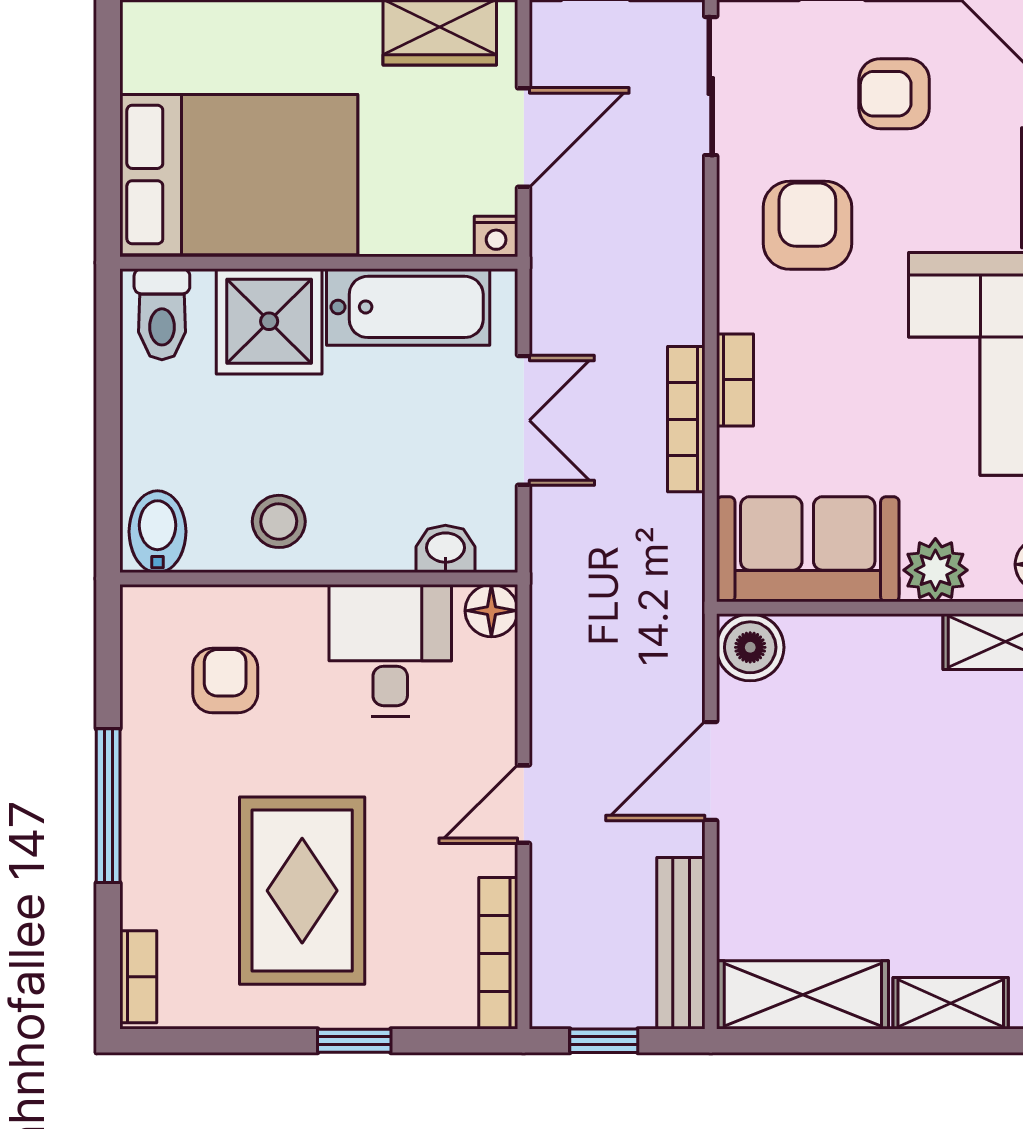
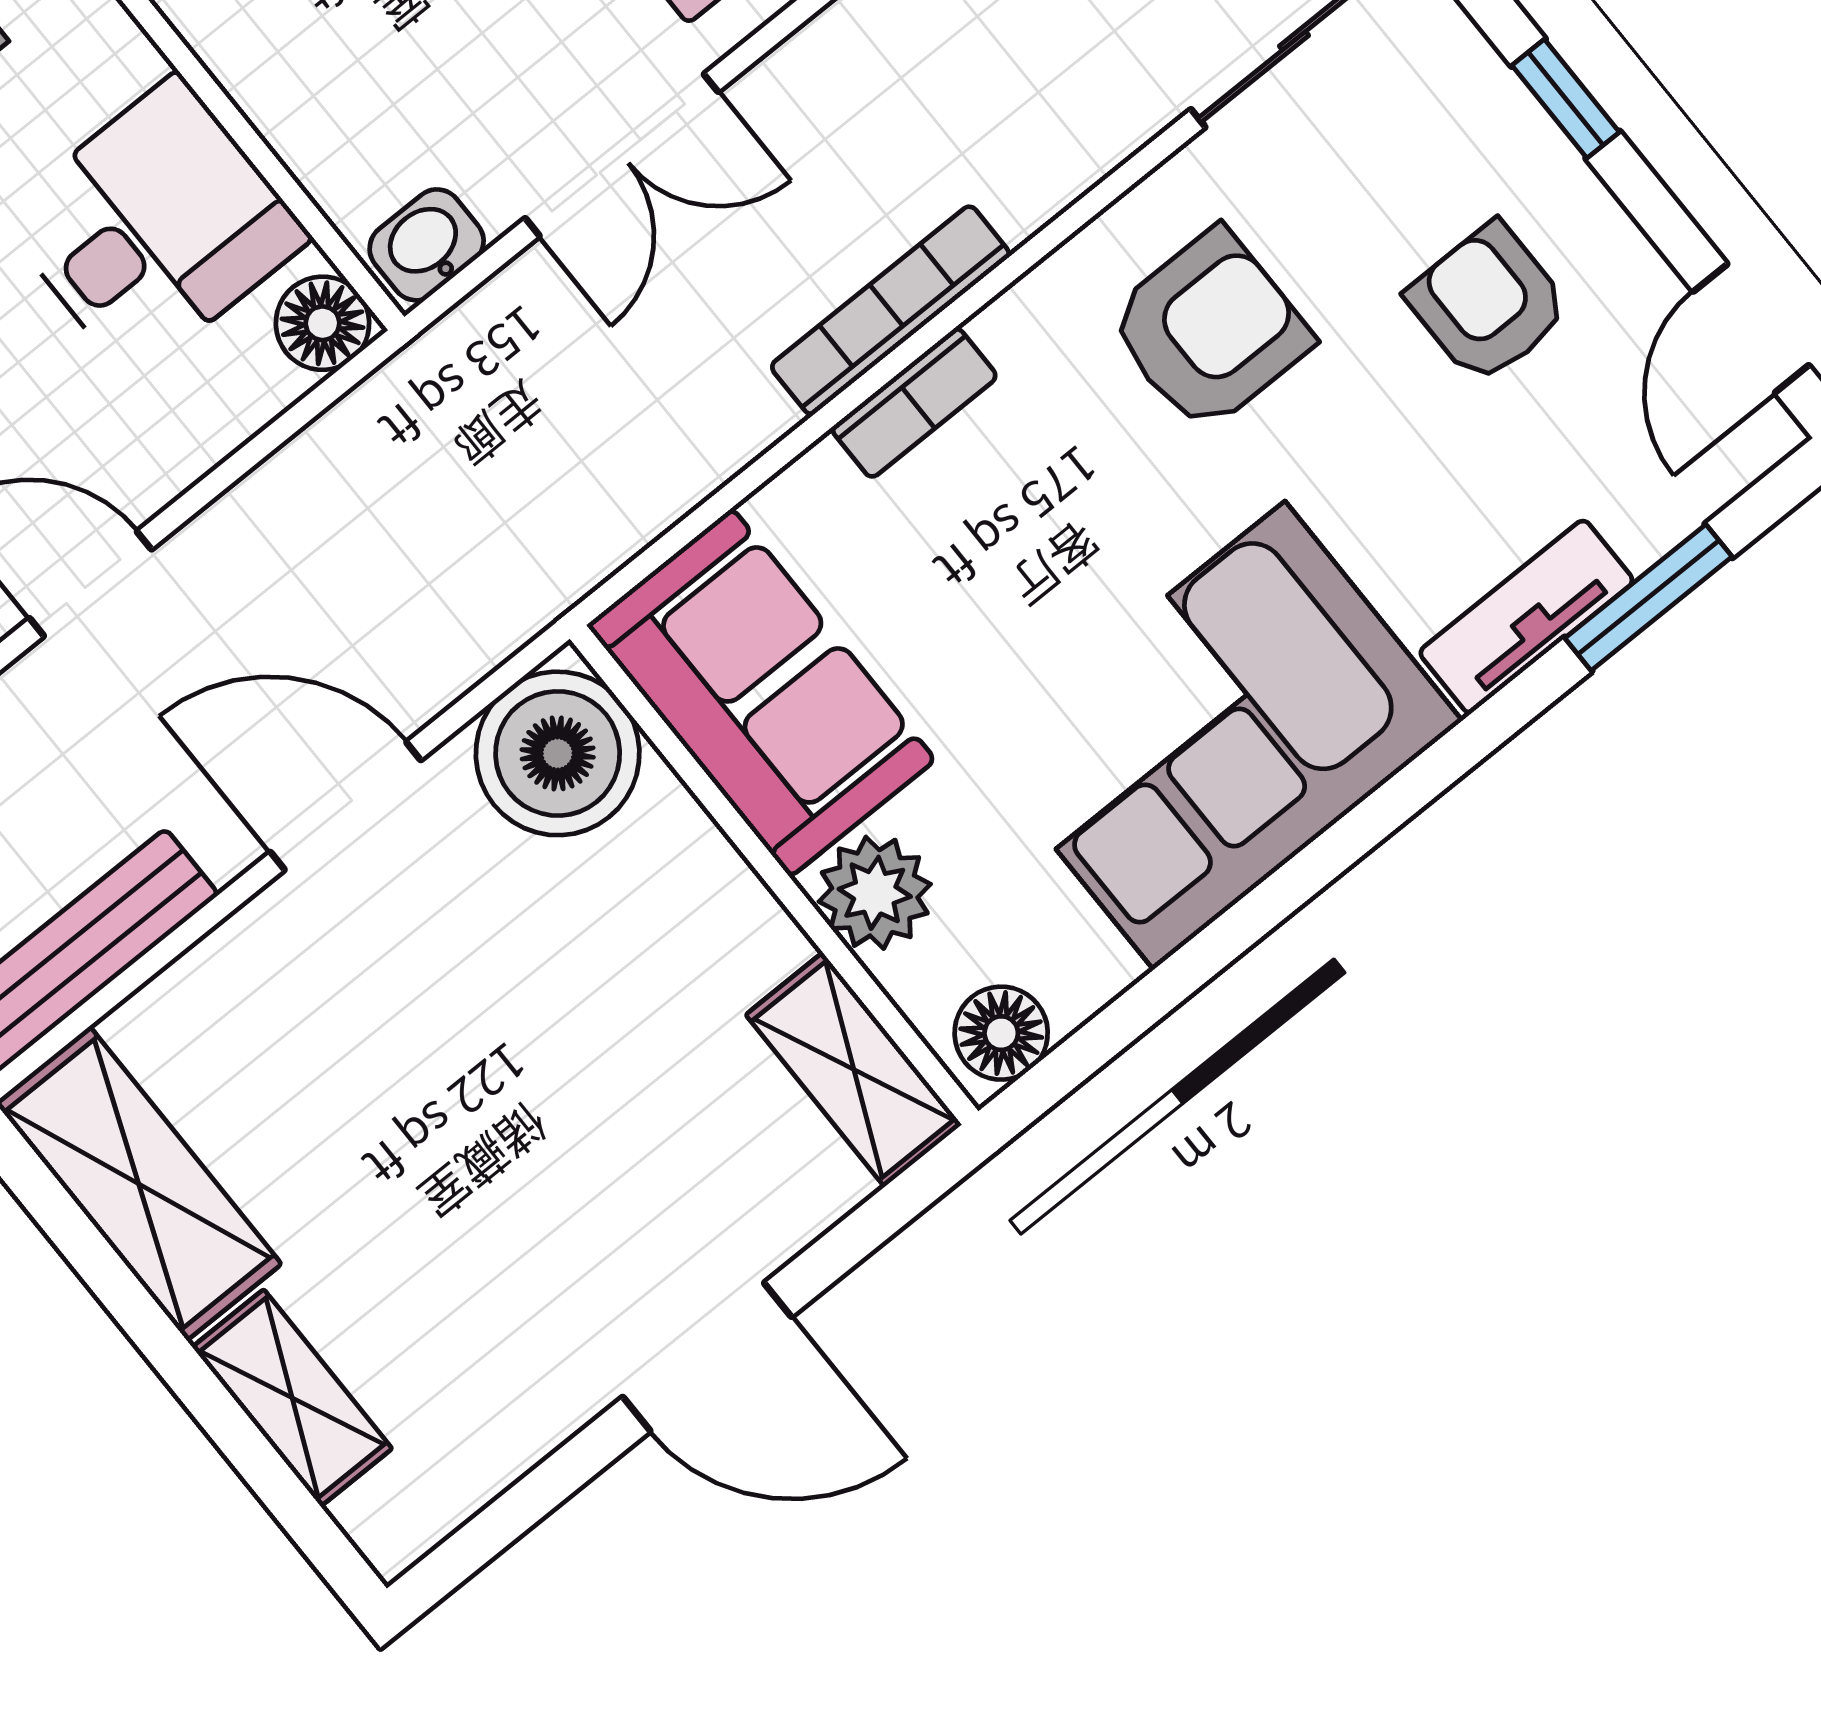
bookcase: (686, 419) -> (890, 310), moved
washbasin: (445, 549) -> (427, 245), moved, turned -90
boiler: (750, 647) -> (558, 753), width x1.37, depth x1.37

